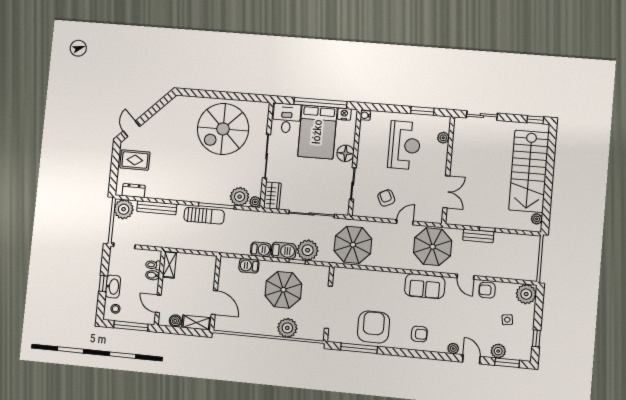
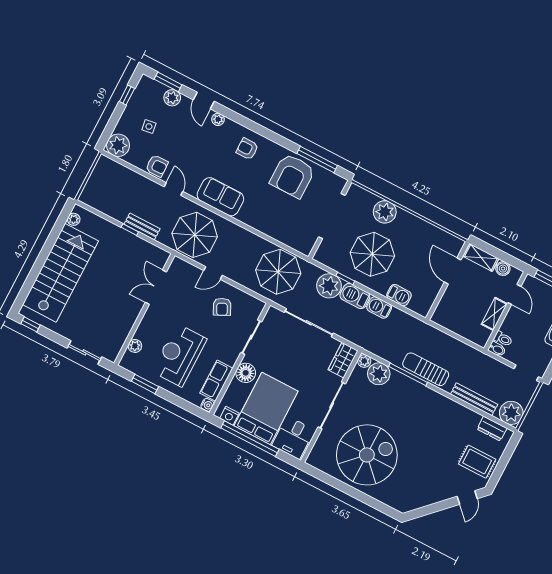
row of seats: (366, 137) -> (216, 381), added
shelving: (169, 265) -> (494, 314), moved
bidet: (153, 275) -> (497, 349), moved

